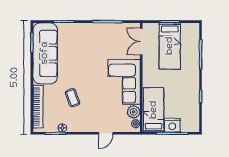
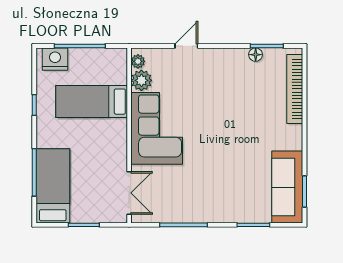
bed: (170, 46) -> (53, 186), moved
sofa: (45, 53) -> (287, 187), width x0.74, depth x0.79
coffee table: (72, 98) -> (239, 103), removed
bed: (154, 110) -> (92, 102), moved, turned 90
nightstand: (172, 125) -> (55, 59), moved

